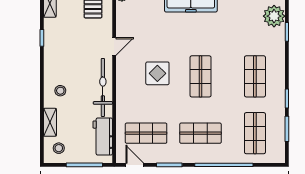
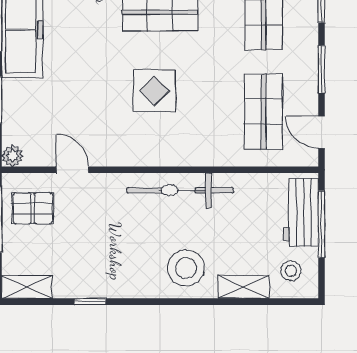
door: (114, 46) -> (72, 170), moved
stool: (60, 91) -> (186, 268), width x1.89, depth x1.89
workbench: (103, 136) -> (301, 212), moved, turned 90
door: (135, 165) -> (322, 132), hinge flipped

